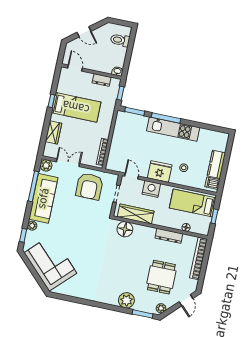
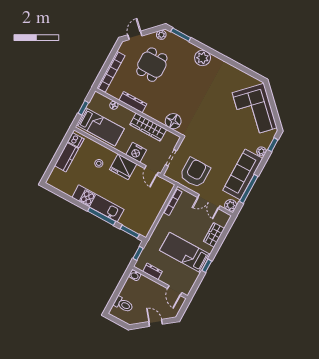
wardrobe: (136, 214) -> (148, 127), moved
plant: (126, 300) -> (203, 58), moved

